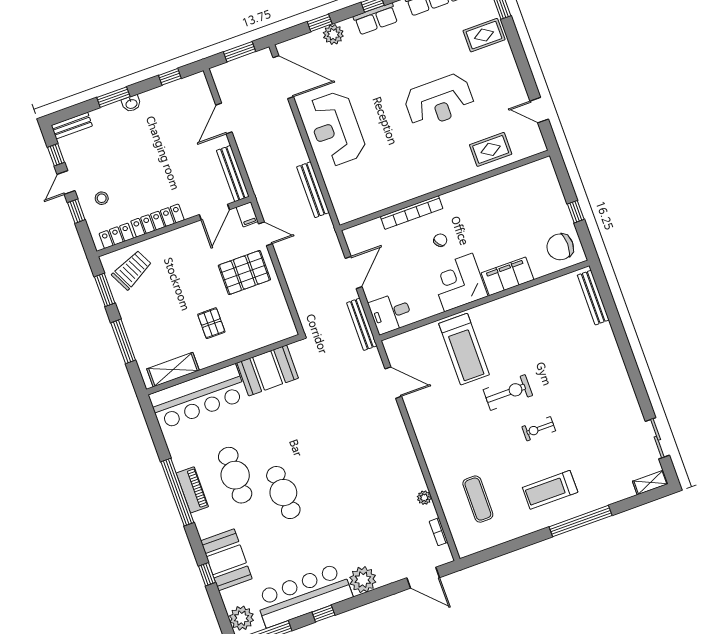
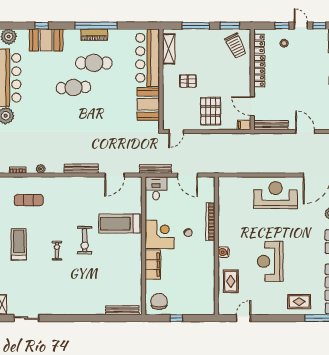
rug: (484, 35) -> (299, 302), turned 90
water cooler: (450, 176) -> (224, 252), added
bench: (313, 190) -> (81, 169), moved
door: (265, 234) -> (176, 132), moved

